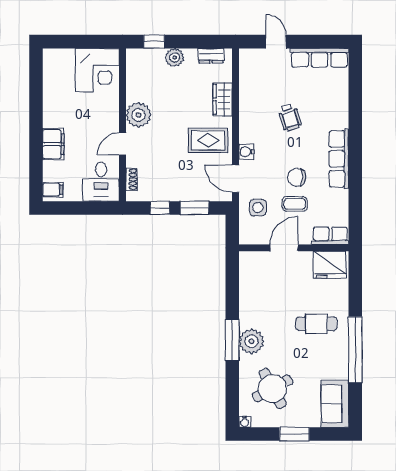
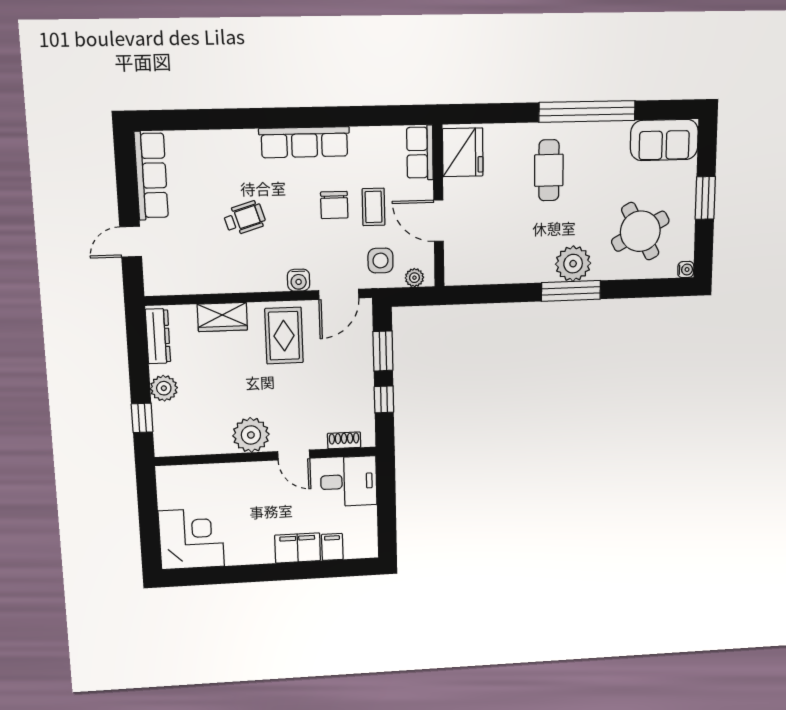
dresser: (211, 56) -> (158, 336), width x1.44
corner desk: (97, 70) -> (191, 539), moved
filing cabinet: (53, 190) -> (332, 547), moved
plant: (245, 231) -> (414, 278), added

